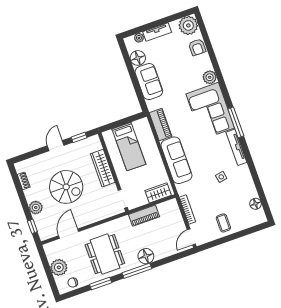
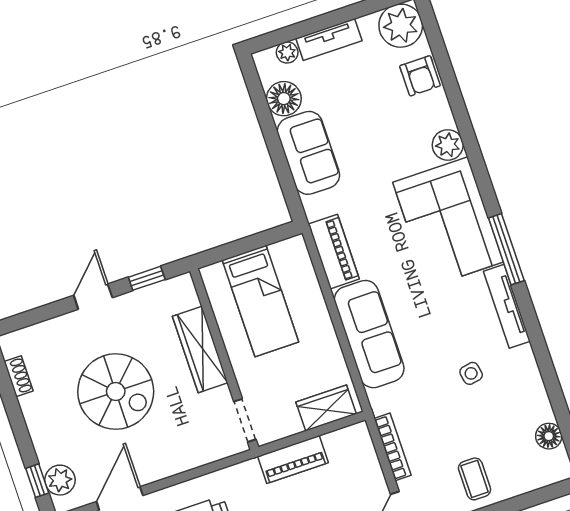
plant: (36, 207) -> (60, 480), moved

